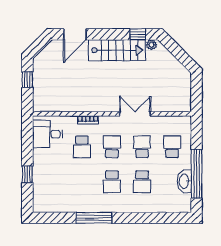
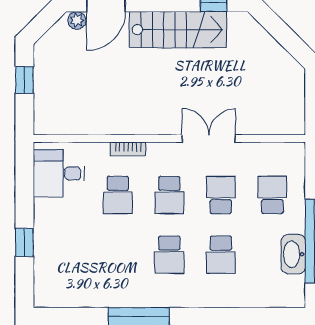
plant: (151, 45) -> (77, 20), moved
school desk: (112, 147) -> (169, 195), turned 180

